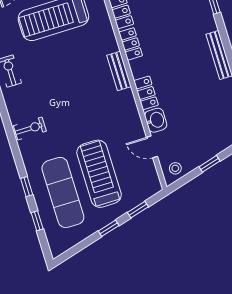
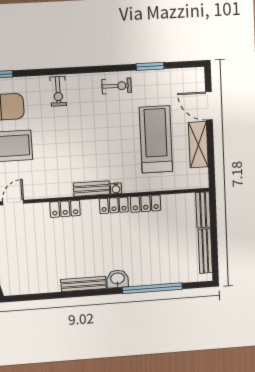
water cooler: (113, 46) -> (116, 188), added
washbasin: (156, 120) -> (118, 279), moved, turned 180

